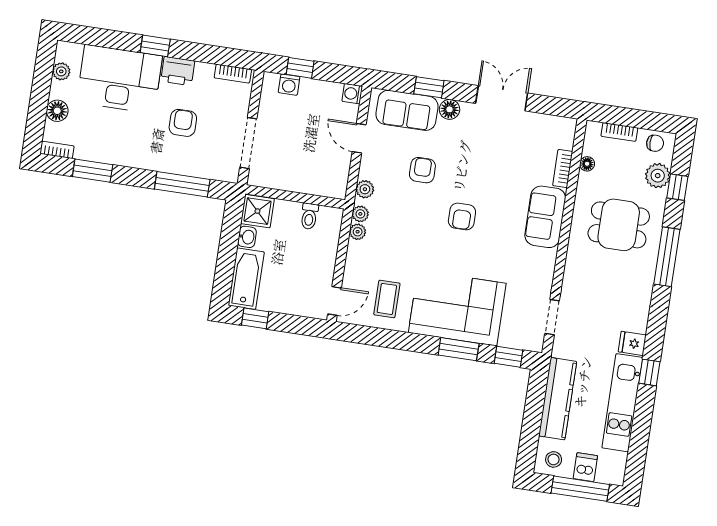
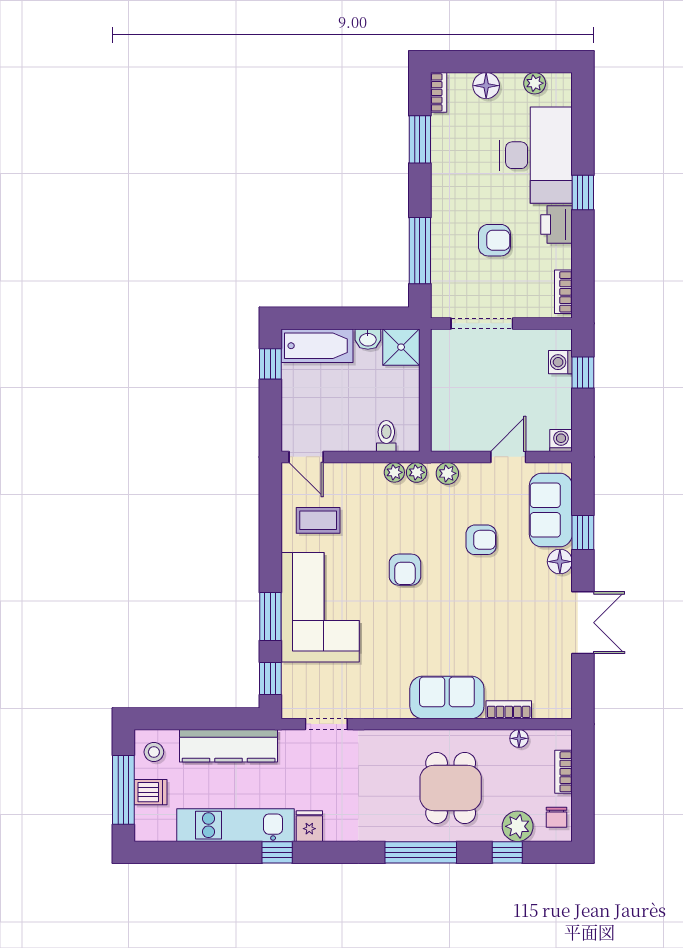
toilet: (309, 216) -> (386, 436), moved, turned 90
armchair: (462, 216) -> (405, 570), moved, turned -90

